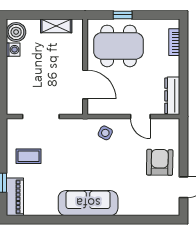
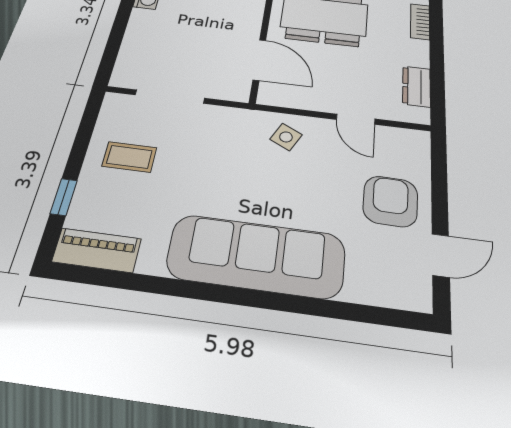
dresser: (172, 96) -> (416, 86), width x0.70
piano: (15, 197) -> (97, 250), moved, turned -90
sofa: (88, 203) -> (256, 256), width x1.36, depth x1.27

